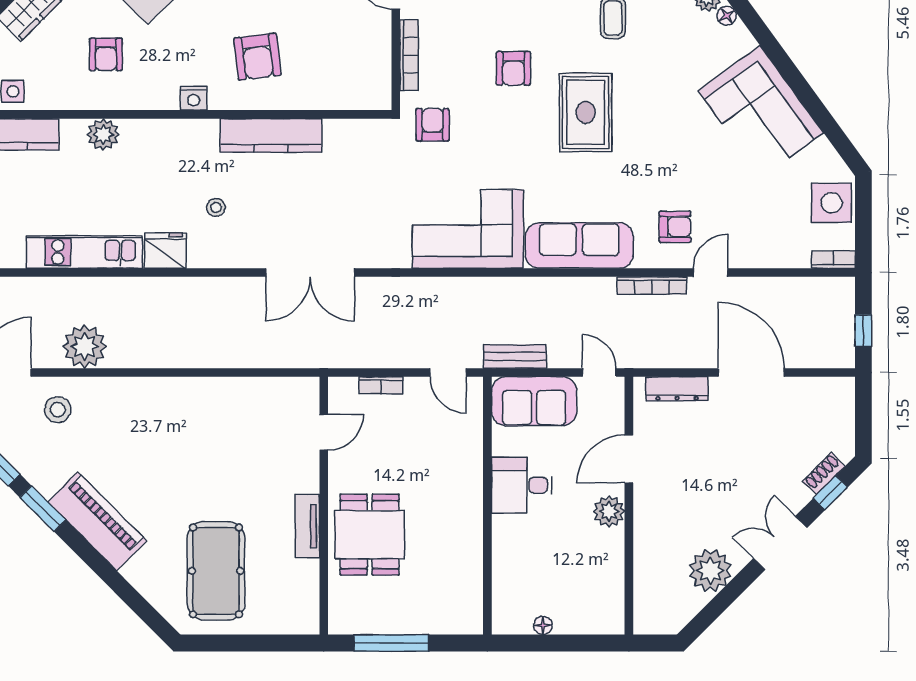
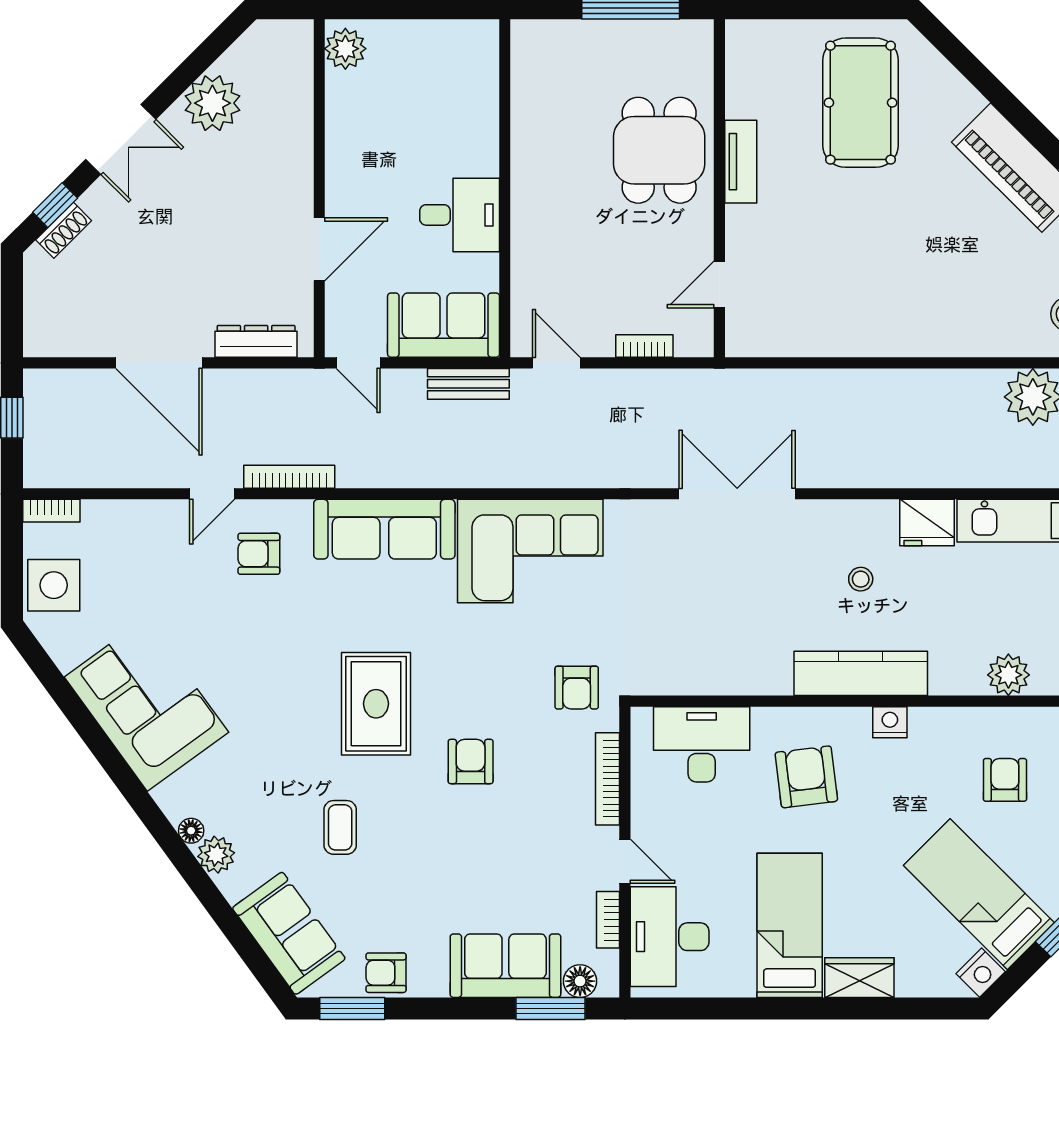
desk: (337, 81) -> (702, 744), added
kitchen counter: (271, 136) -> (861, 673), moved
plant: (609, 511) -> (345, 49), moved
floor lamp: (543, 625) -> (432, 31), removed

